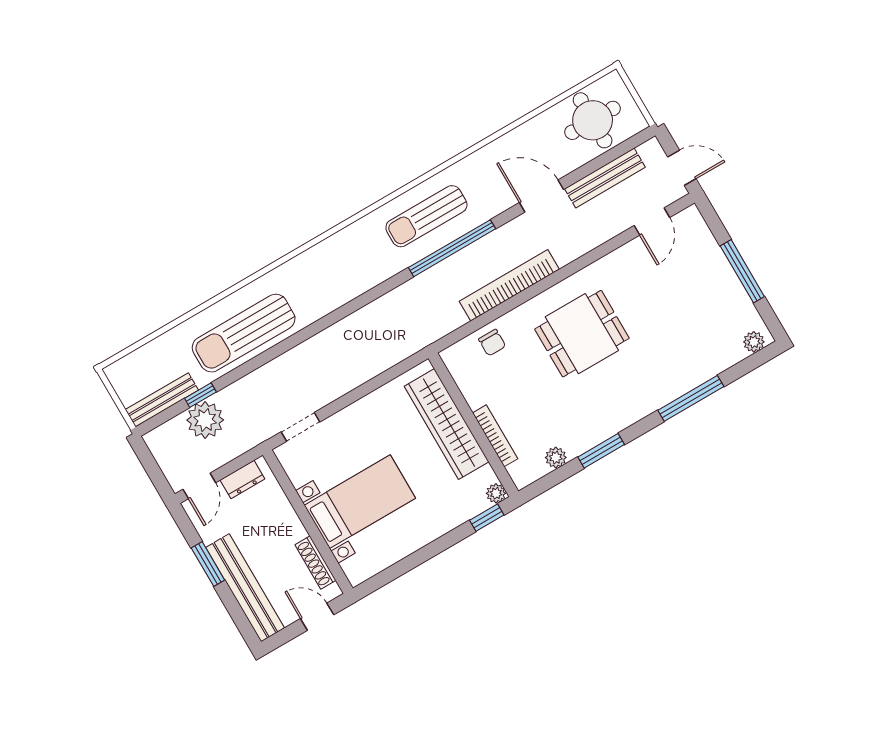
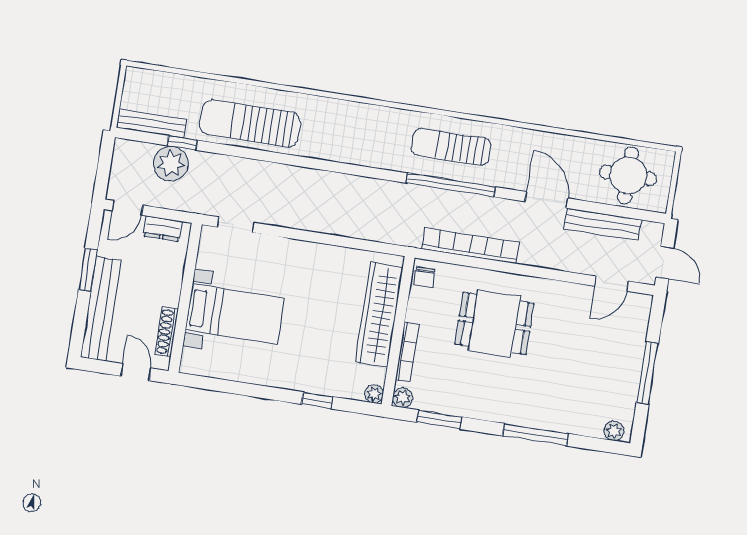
wardrobe: (447, 424) -> (379, 315), moved
wall: (473, 425) -> (398, 331), moved
bookcase: (495, 436) -> (407, 352), moved
plant: (496, 493) -> (374, 394), moved

